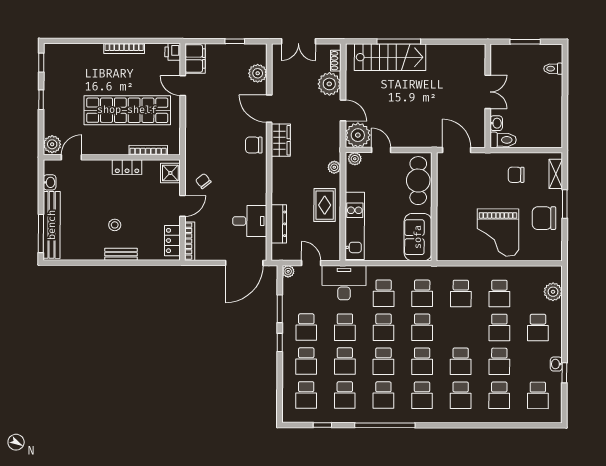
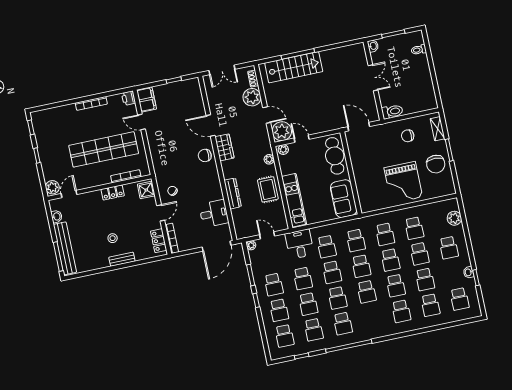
plant: (258, 73) -> (196, 101), removed
washbasin: (496, 123) -> (373, 46), moved
chair: (544, 218) -> (436, 164), turned -90
dresser: (279, 224) -> (233, 193), moved
desk: (344, 283) -> (300, 244), width x0.73
school desk: (422, 395) -> (390, 260), moved

